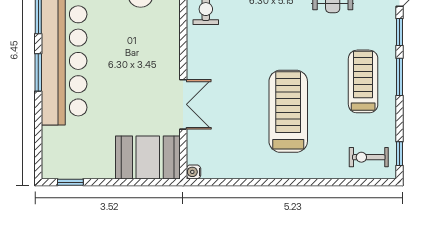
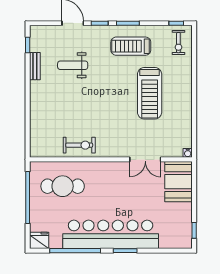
double door: (183, 104) -> (145, 159), swing flipped
treadmill: (288, 111) -> (150, 93), turned -90

